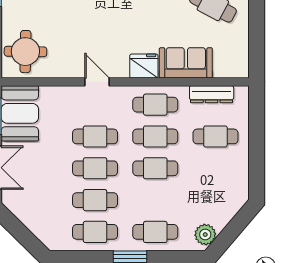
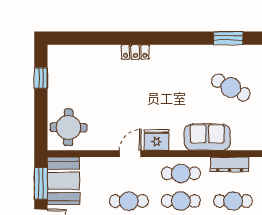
fridge: (144, 66) -> (156, 140), moved
door: (97, 82) -> (130, 154), hinge flipped

